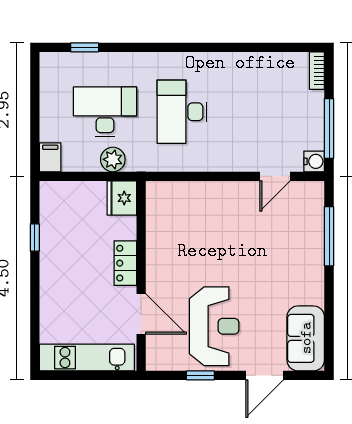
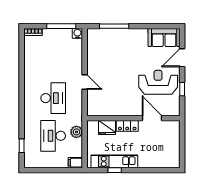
desk: (182, 112) -> (53, 98), turned -90
door: (275, 176) -> (85, 82), moved
fridge: (122, 198) -> (107, 127), moved
door: (141, 314) -> (152, 118), hinge flipped
kitchen unit: (87, 358) -> (114, 161), moved, turned 90
door: (265, 375) -> (182, 58), swing flipped

